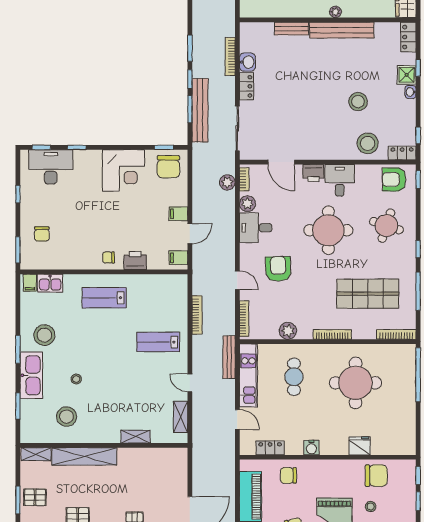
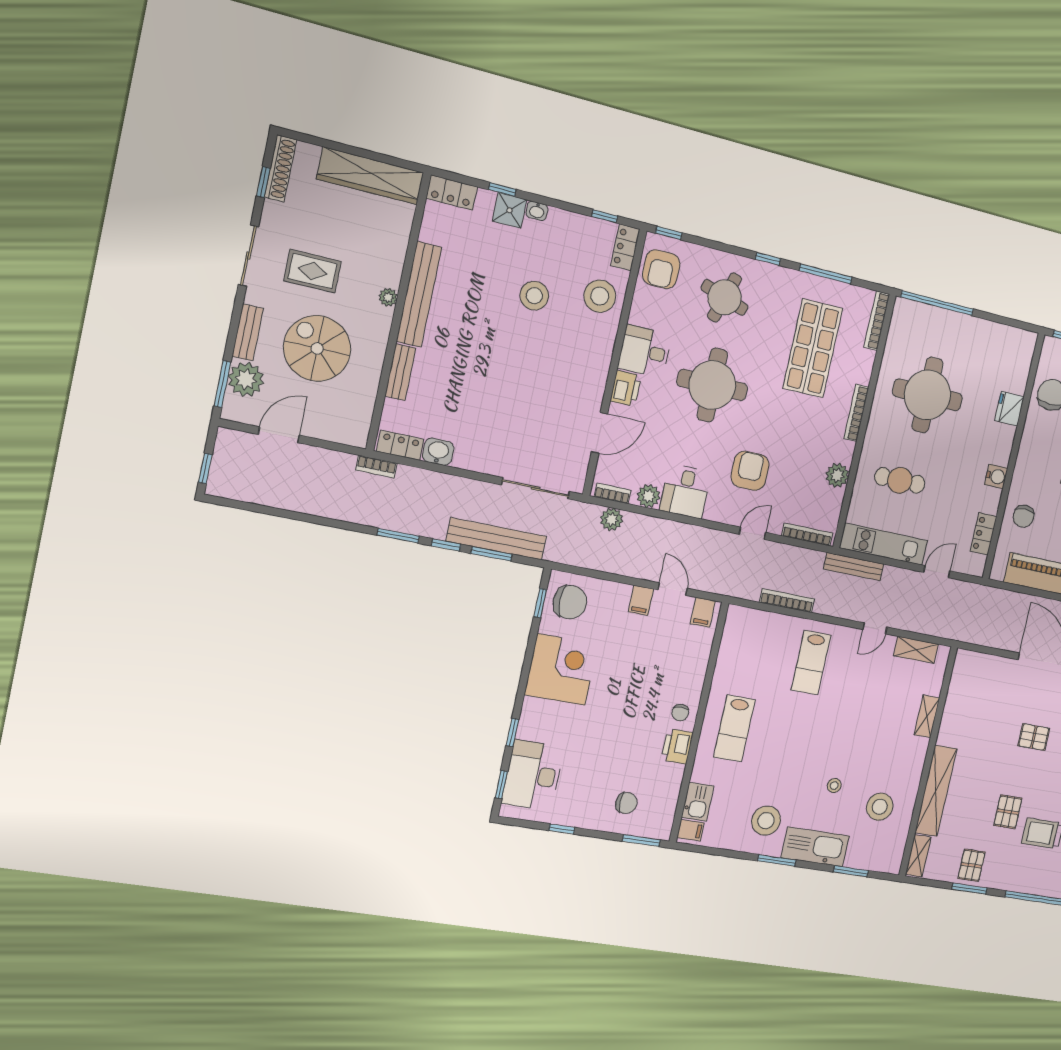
bookcase: (230, 57) -> (376, 467), moved, width x0.64
locker: (246, 86) -> (400, 445), moved
printer: (135, 260) -> (677, 746), moved
armchair: (278, 269) -> (750, 471), turned 92

